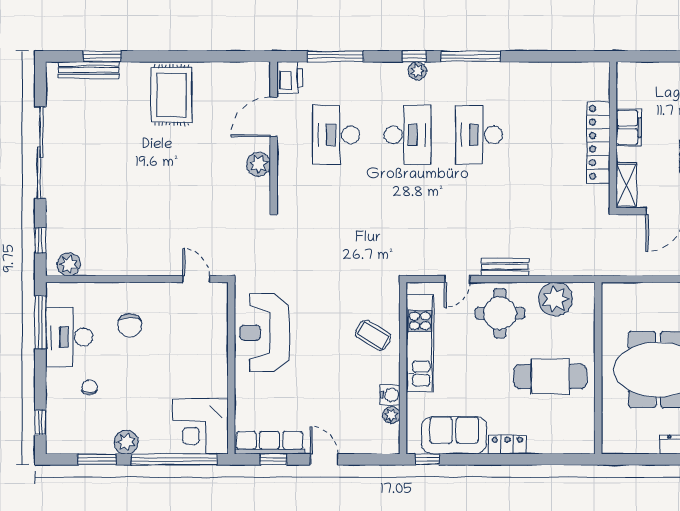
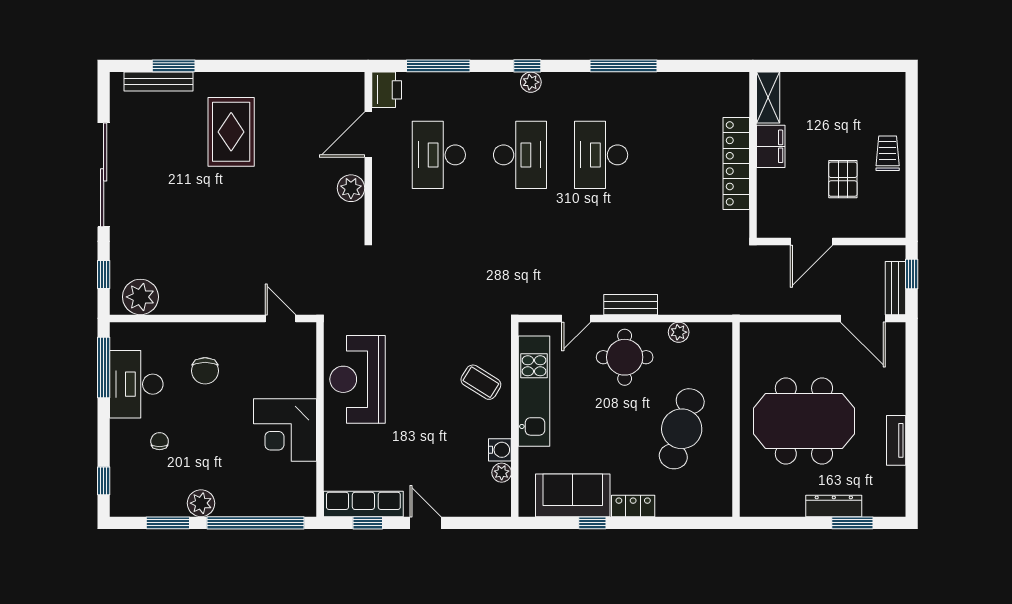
window: (471, 56) -> (623, 66), moved
rug: (172, 95) -> (231, 132), moved
shelving: (626, 185) -> (768, 98), moved
plant: (69, 264) -> (140, 297), width x1.36, depth x1.36
plant: (555, 299) -> (679, 332), width x0.53, depth x0.53
cafe table: (550, 376) -> (682, 429), turned -73
corner desk: (200, 426) -> (285, 430), moved
window: (427, 459) -> (592, 523), moved

